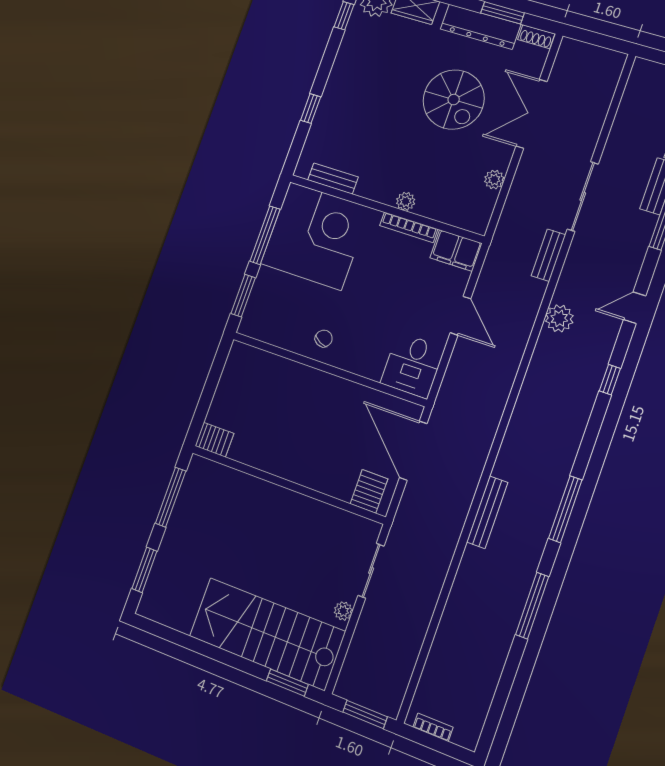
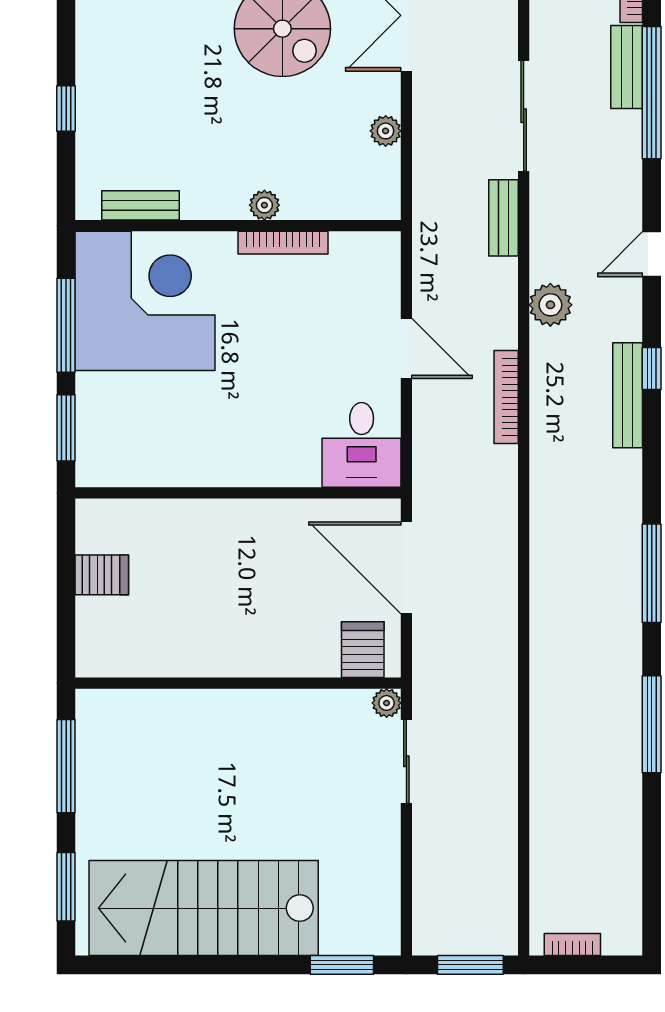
filing cabinet: (456, 250) -> (366, 255), removed
chair: (324, 338) -> (214, 450), removed
bookcase: (512, 366) -> (506, 397), added
server rack: (214, 440) -> (102, 575), moved
bench: (487, 512) -> (628, 395), moved
plant: (343, 611) -> (387, 703), moved
stairs: (267, 634) -> (204, 908), moved

